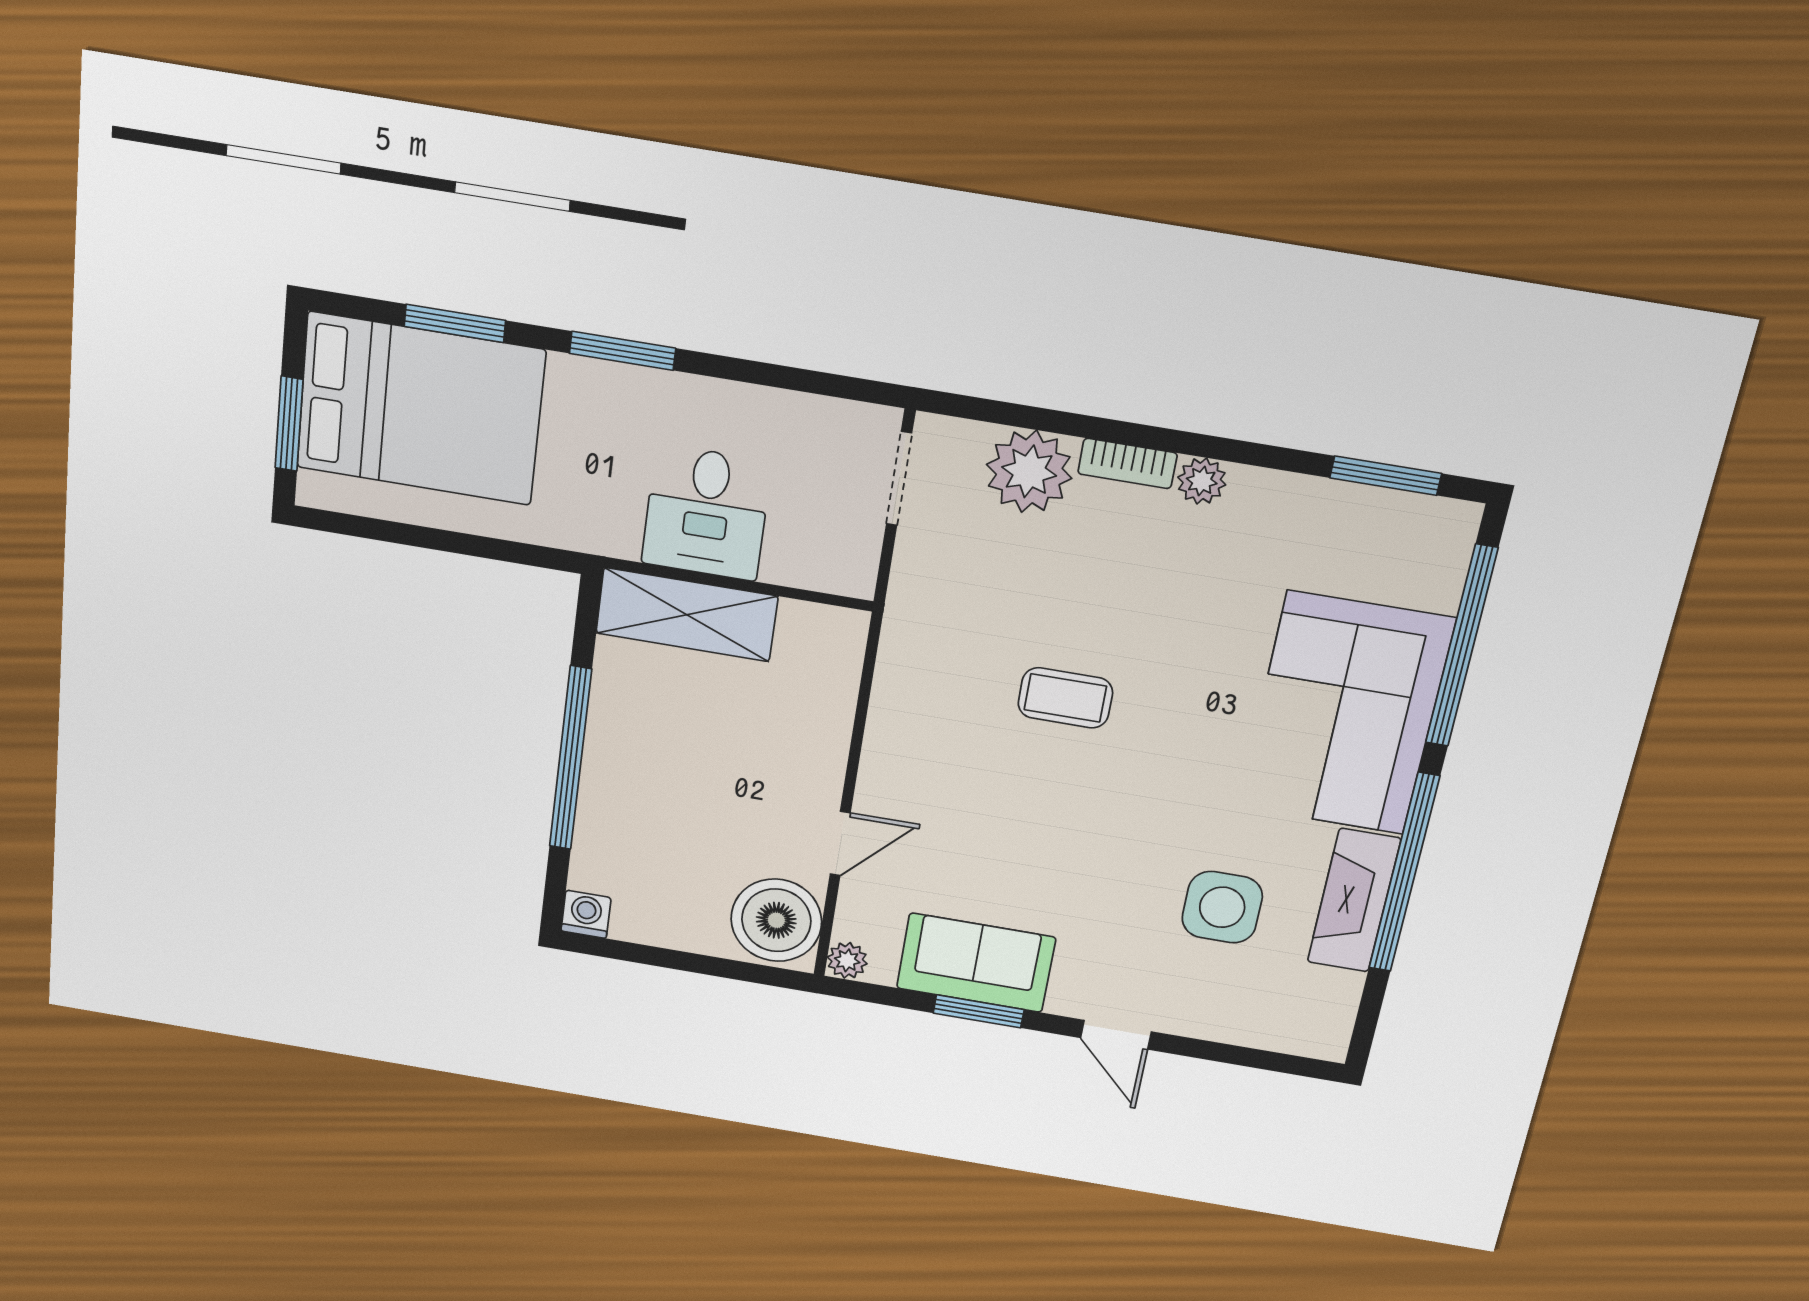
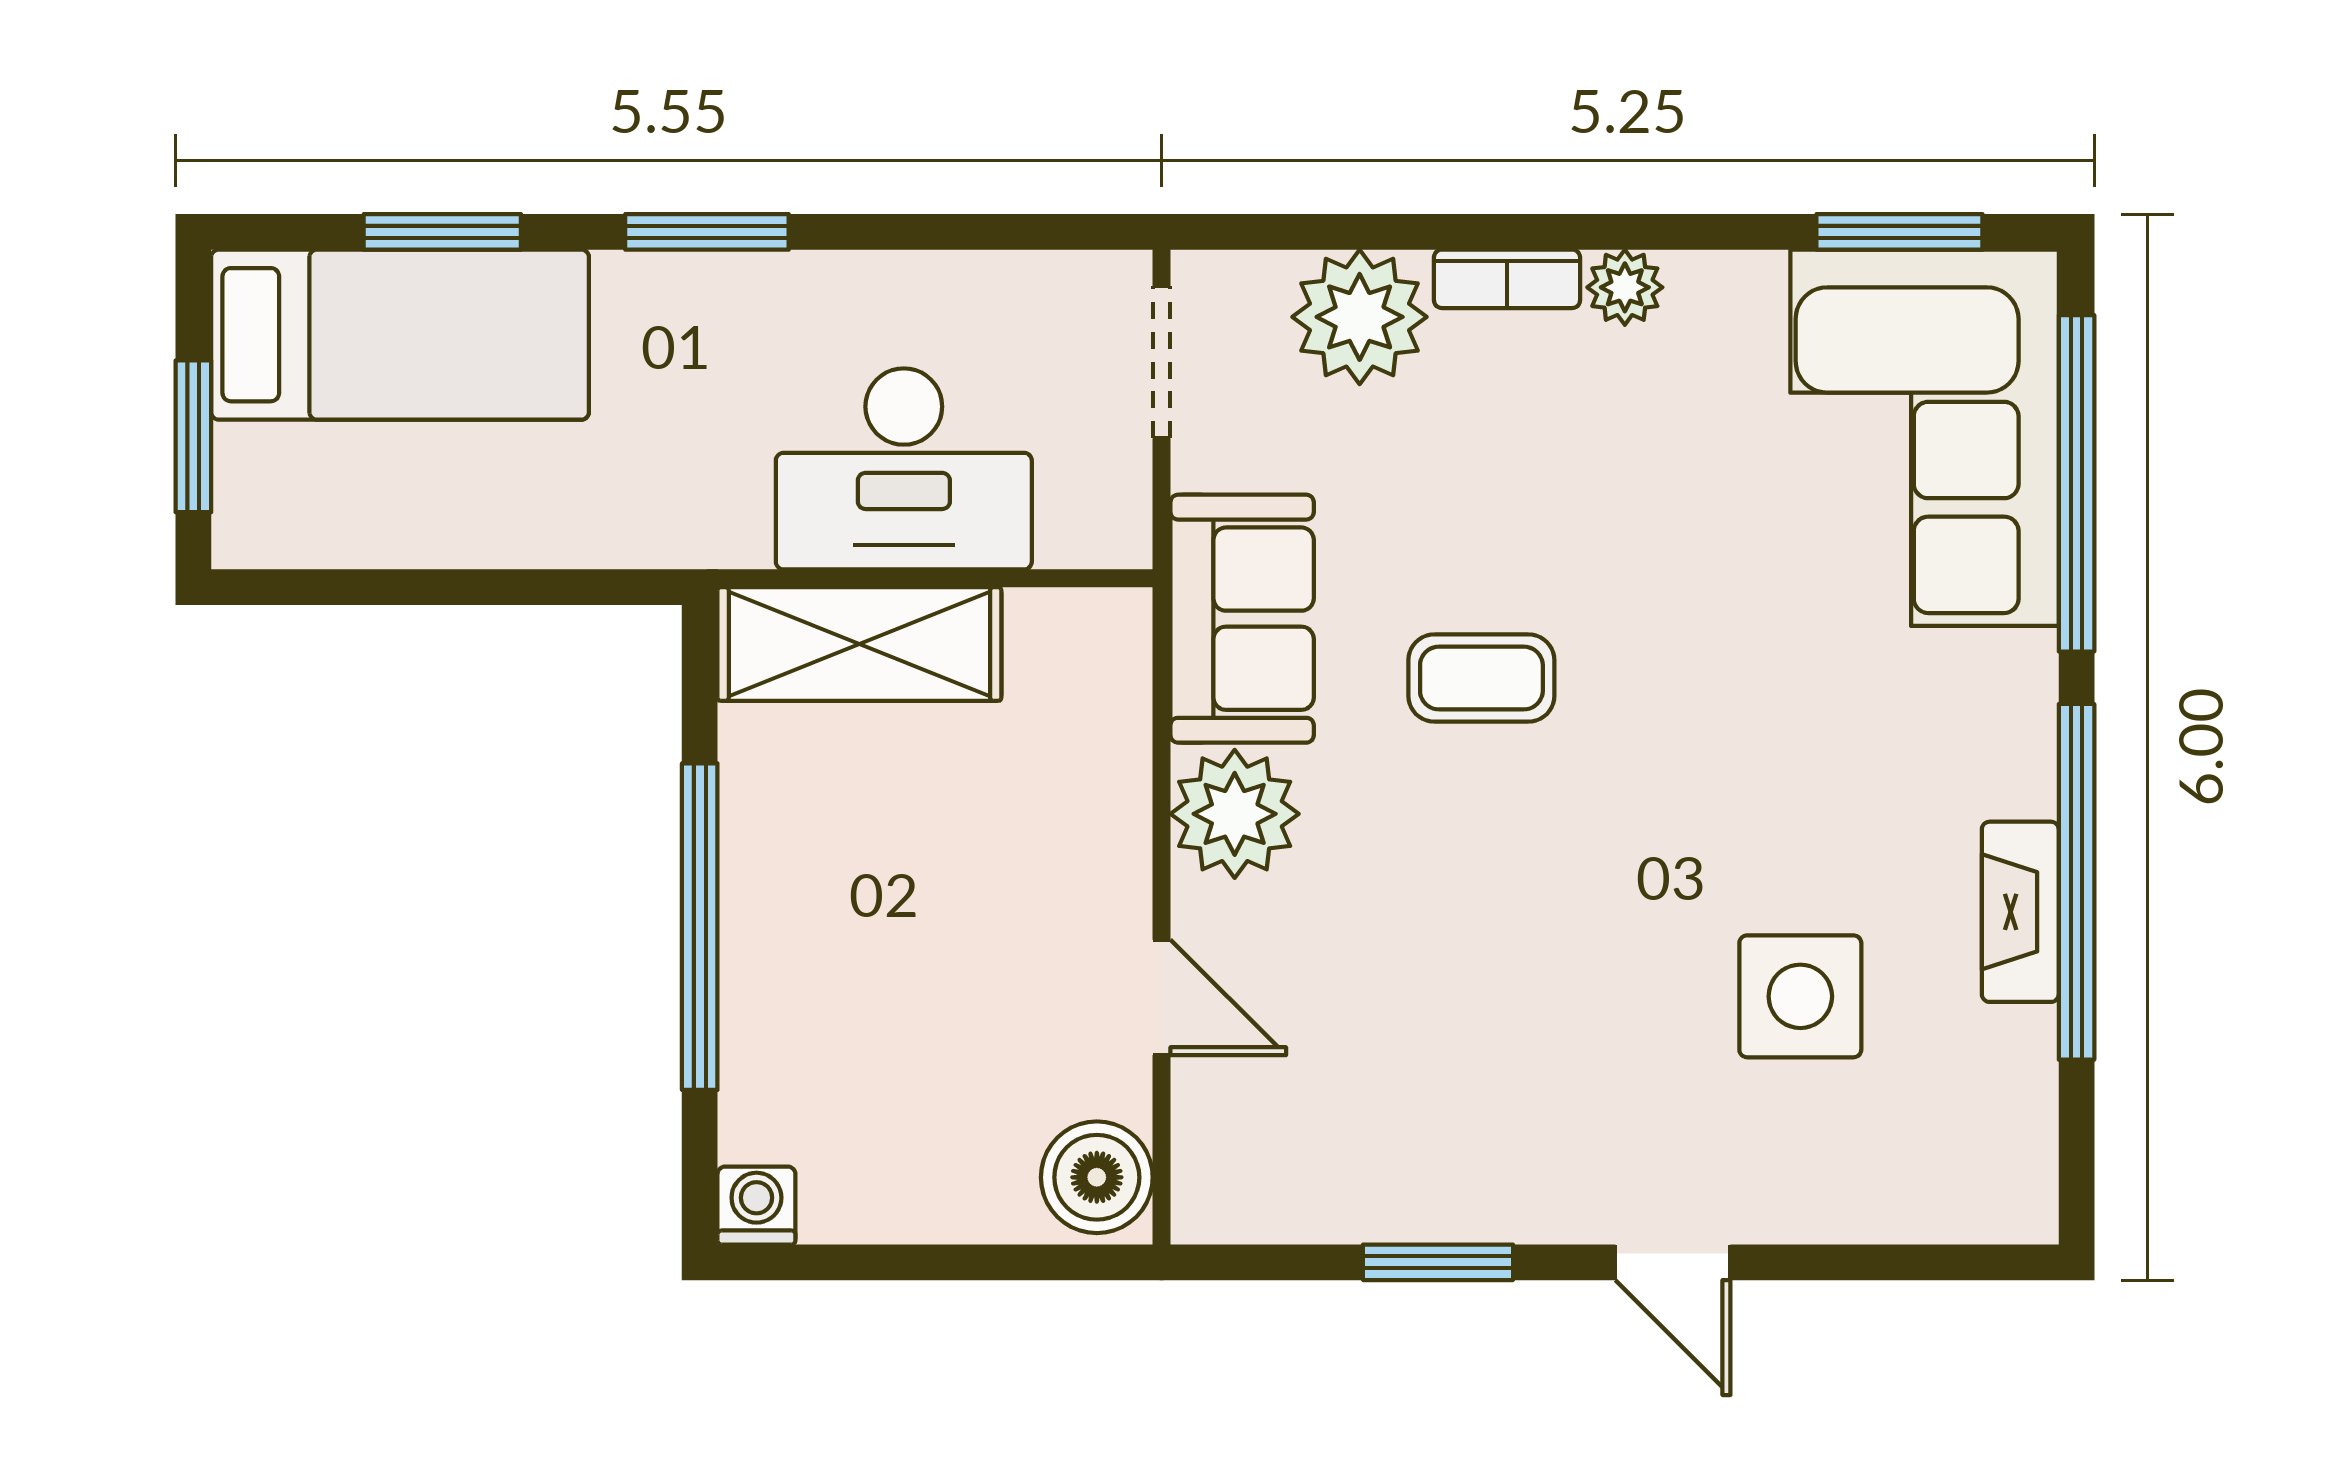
bed: (420, 409) -> (400, 335), width x0.67
desk: (706, 513) -> (904, 469), width x1.37
corner sofa: (1346, 714) -> (1925, 438), moved
door: (840, 843) -> (1162, 997), hinge flipped
fireplace: (1354, 901) -> (2020, 912), width x0.73, depth x0.76
boiler: (776, 920) -> (1097, 1177), width x0.73, depth x0.73
plant: (847, 960) -> (1235, 814), moved, width x1.88, depth x1.88
sofa: (976, 963) -> (1242, 619), moved, turned 90

